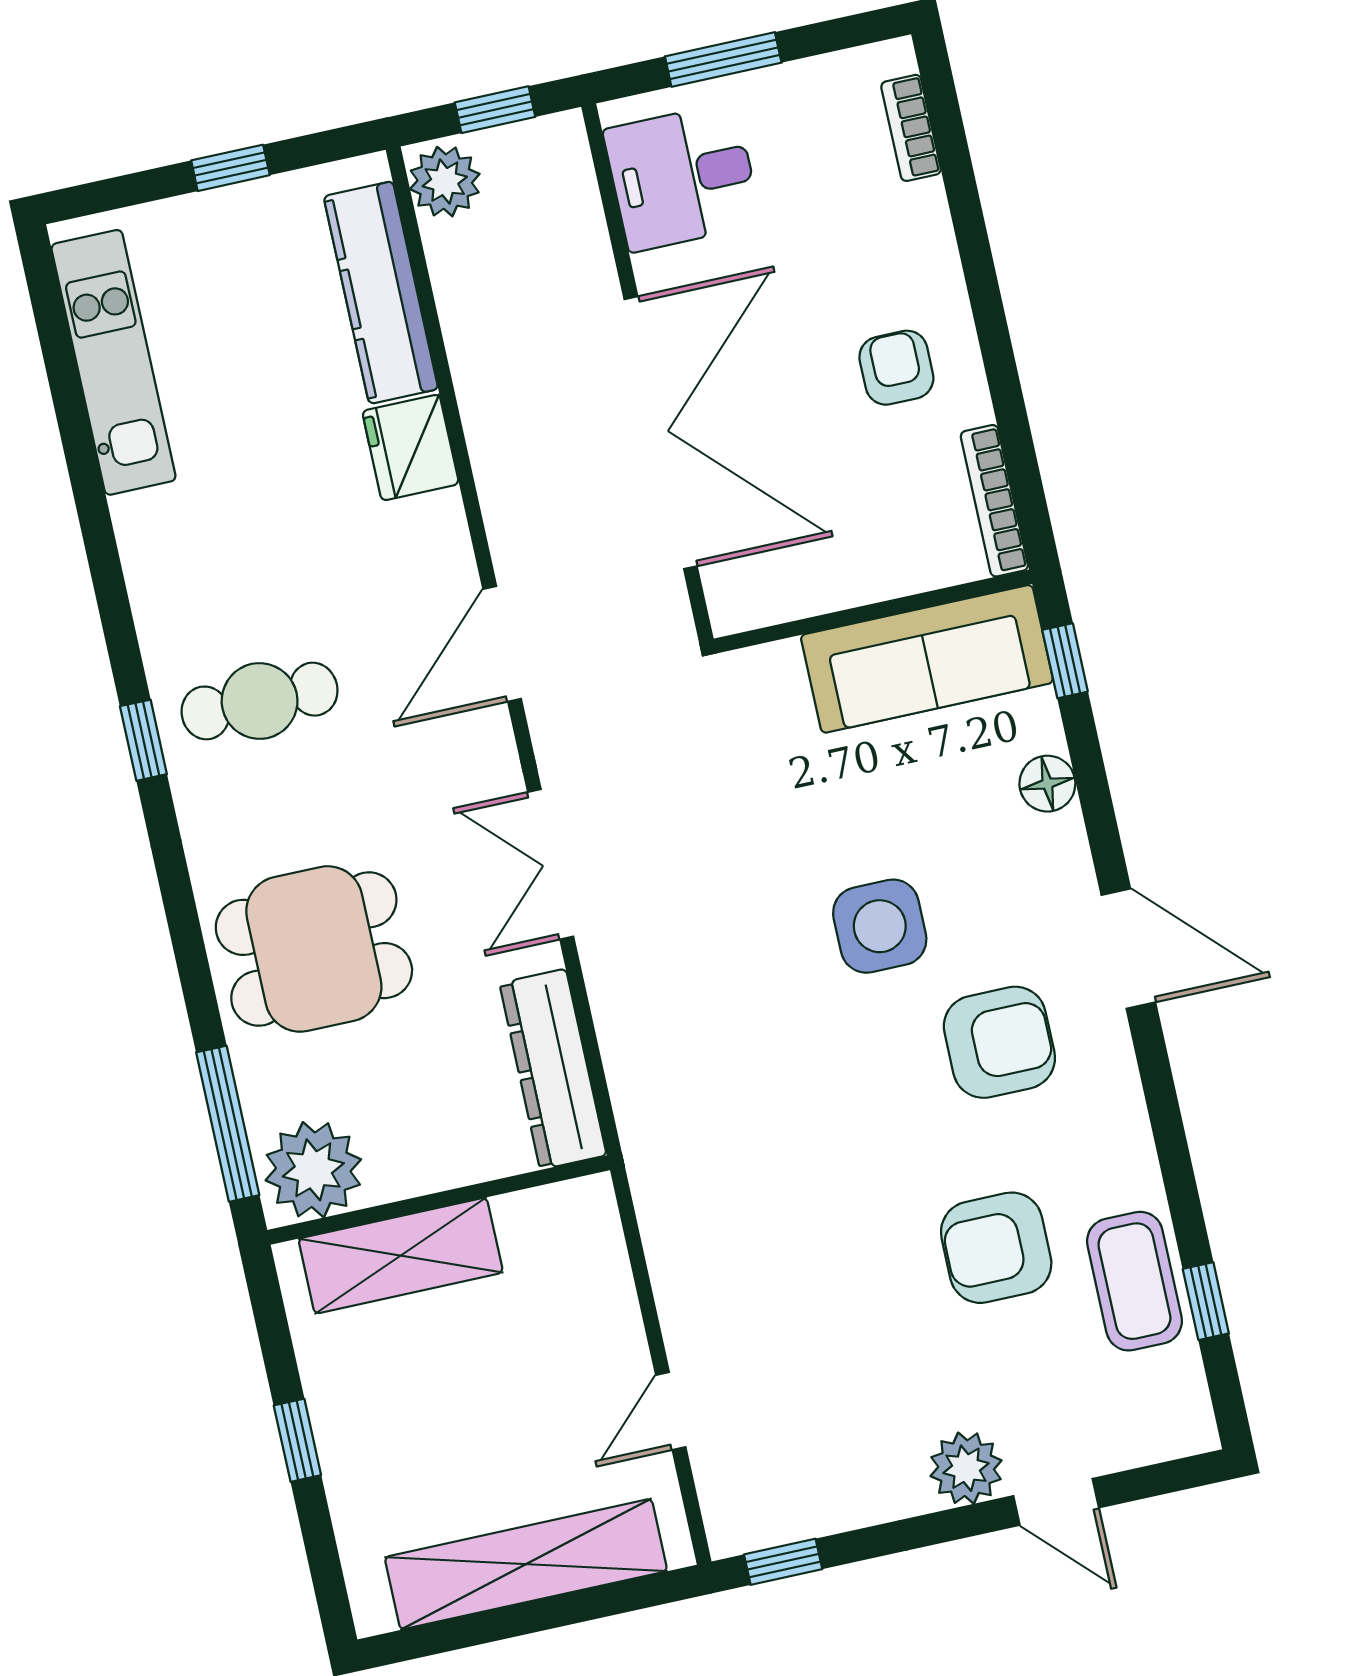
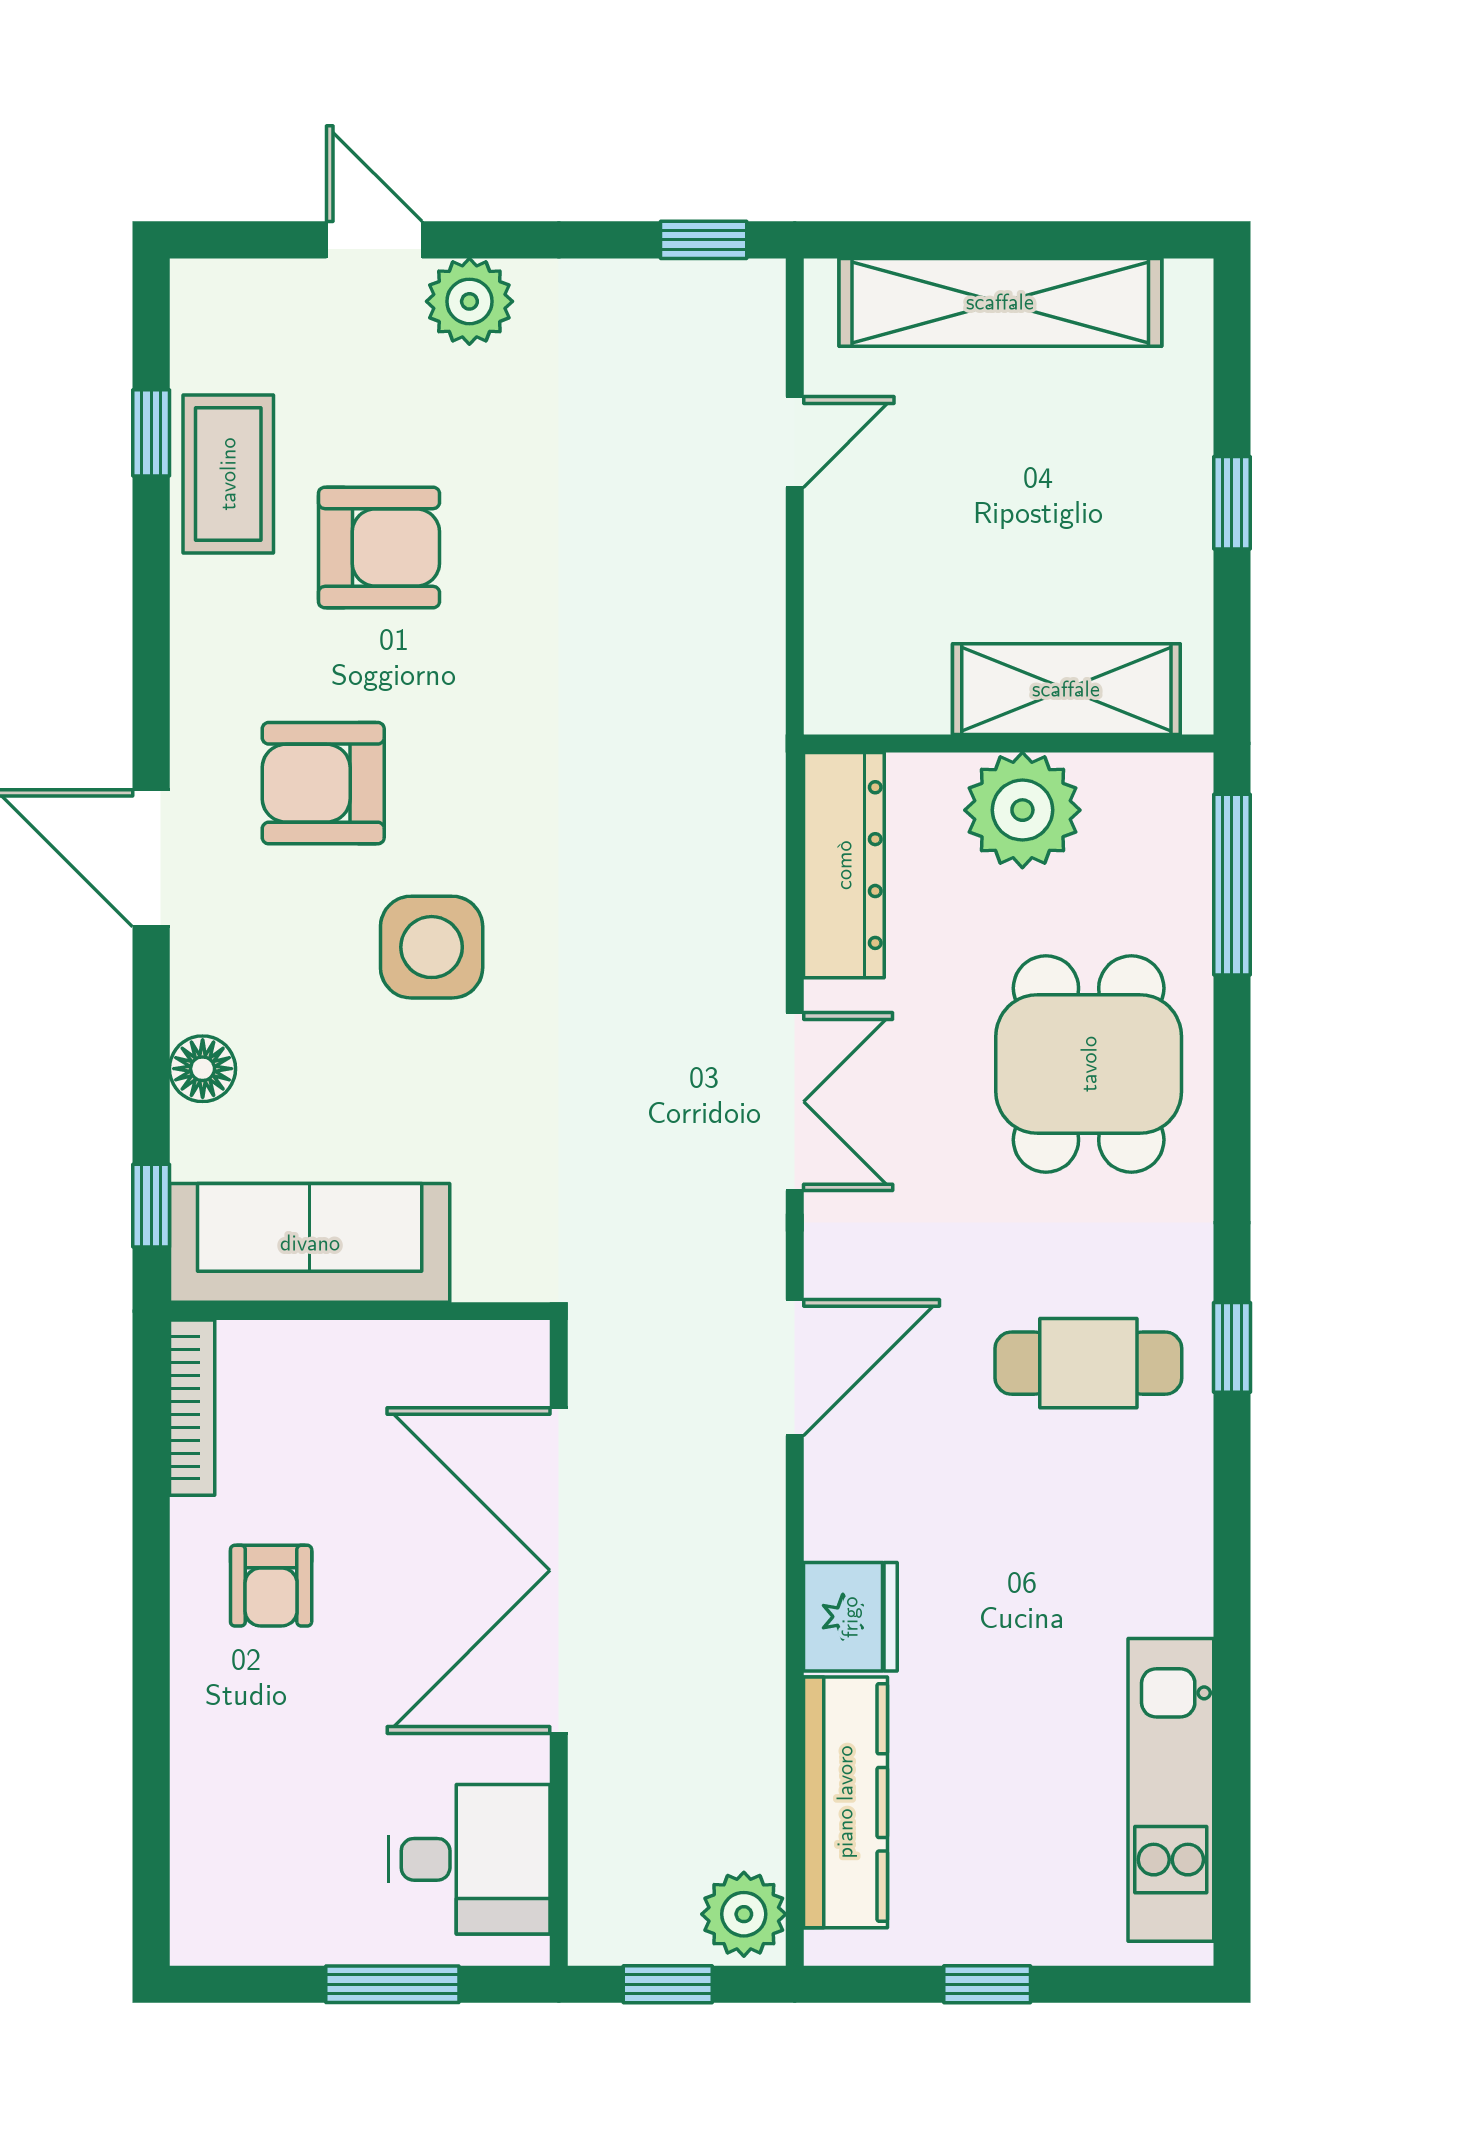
bookcase: (911, 128) -> (194, 1858), removed
dining table: (314, 949) -> (1089, 1064), turned 90
plant: (313, 1170) -> (1022, 810), moved

